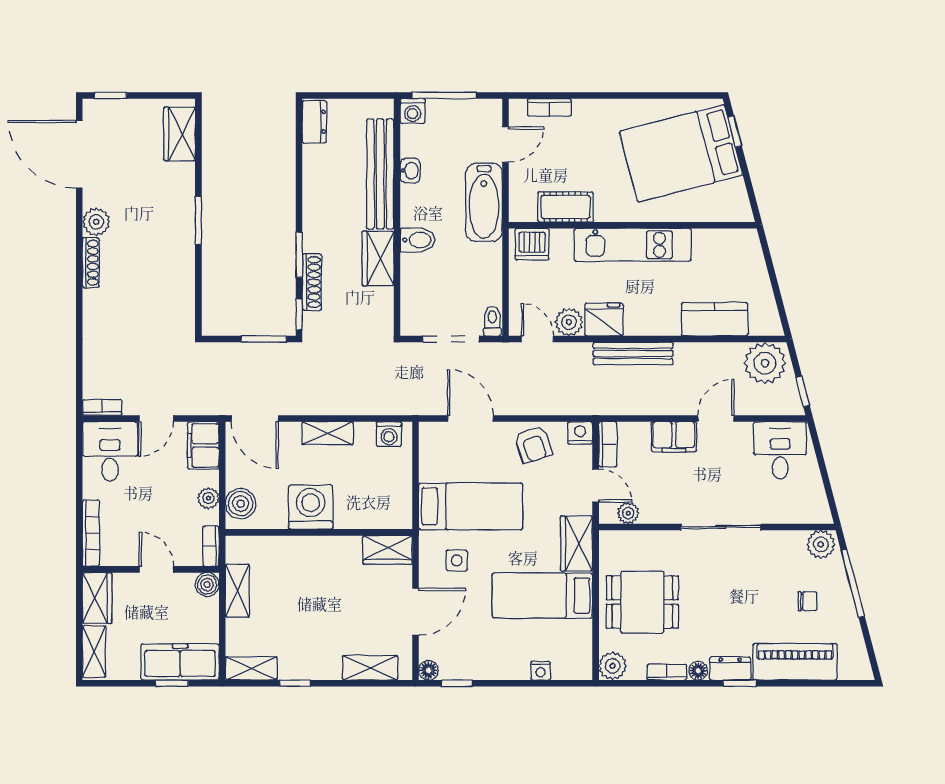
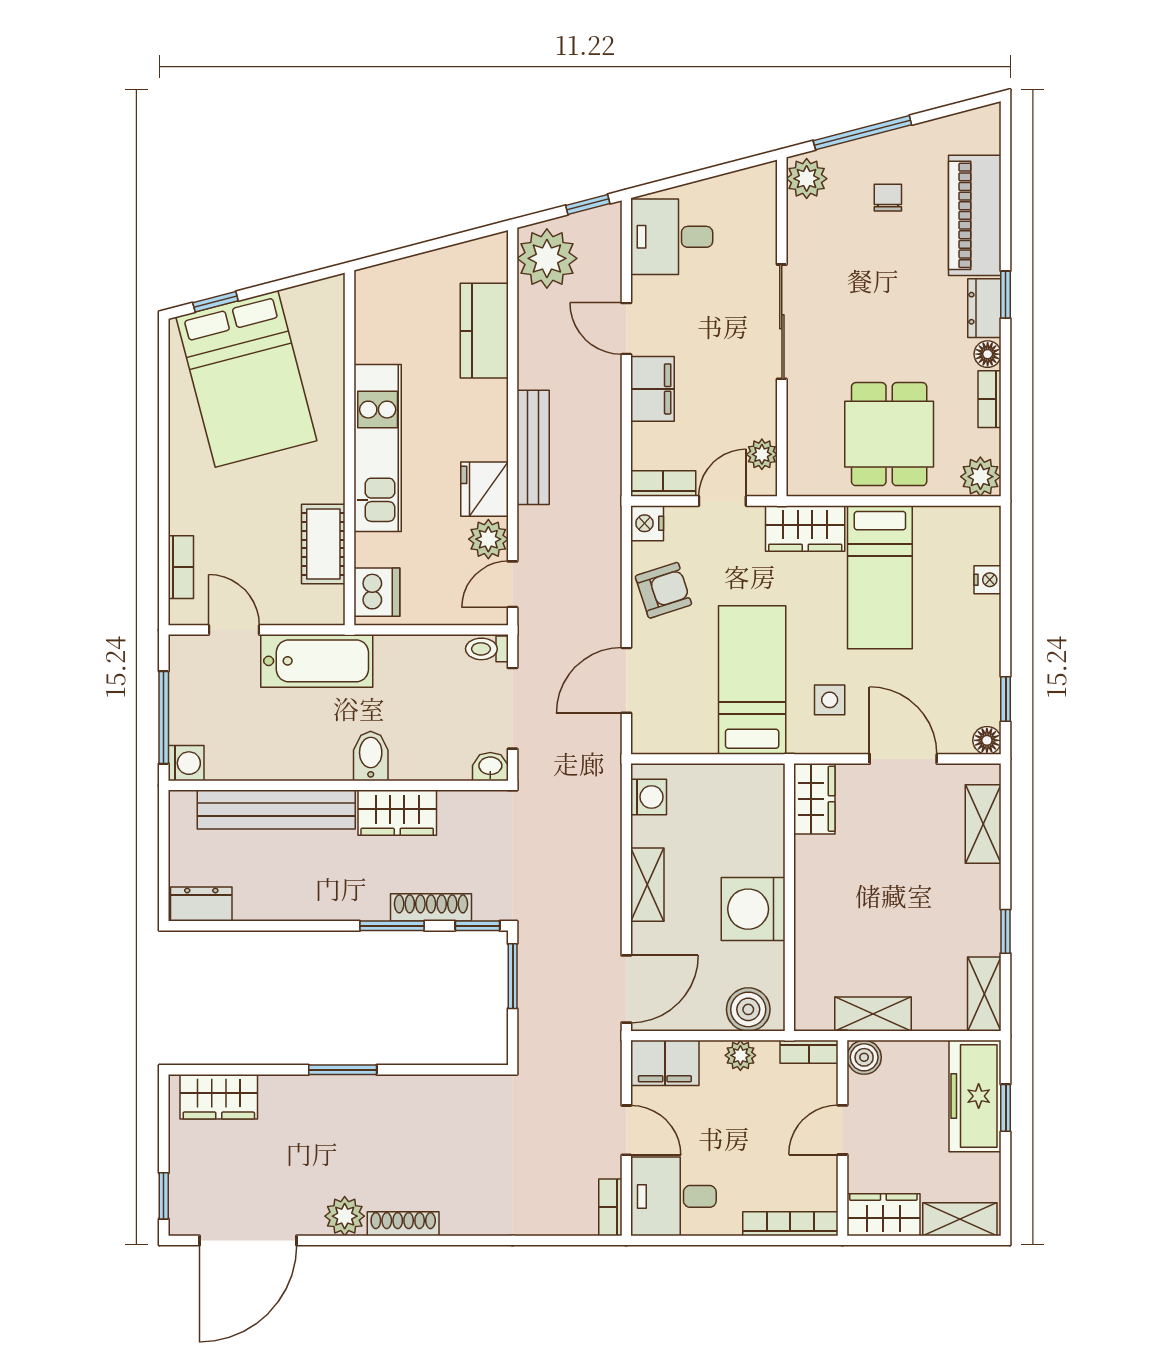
washbasin: (410, 171) -> (490, 767), moved

